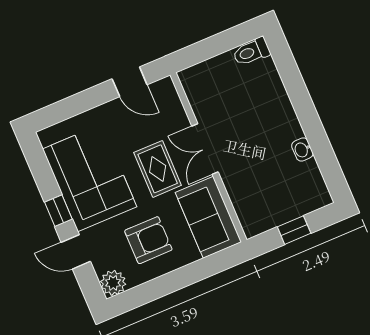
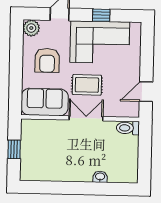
toilet: (251, 52) -> (128, 128), moved, turned -90
washbasin: (302, 150) -> (100, 177), moved
window: (58, 211) -> (101, 15), moved

